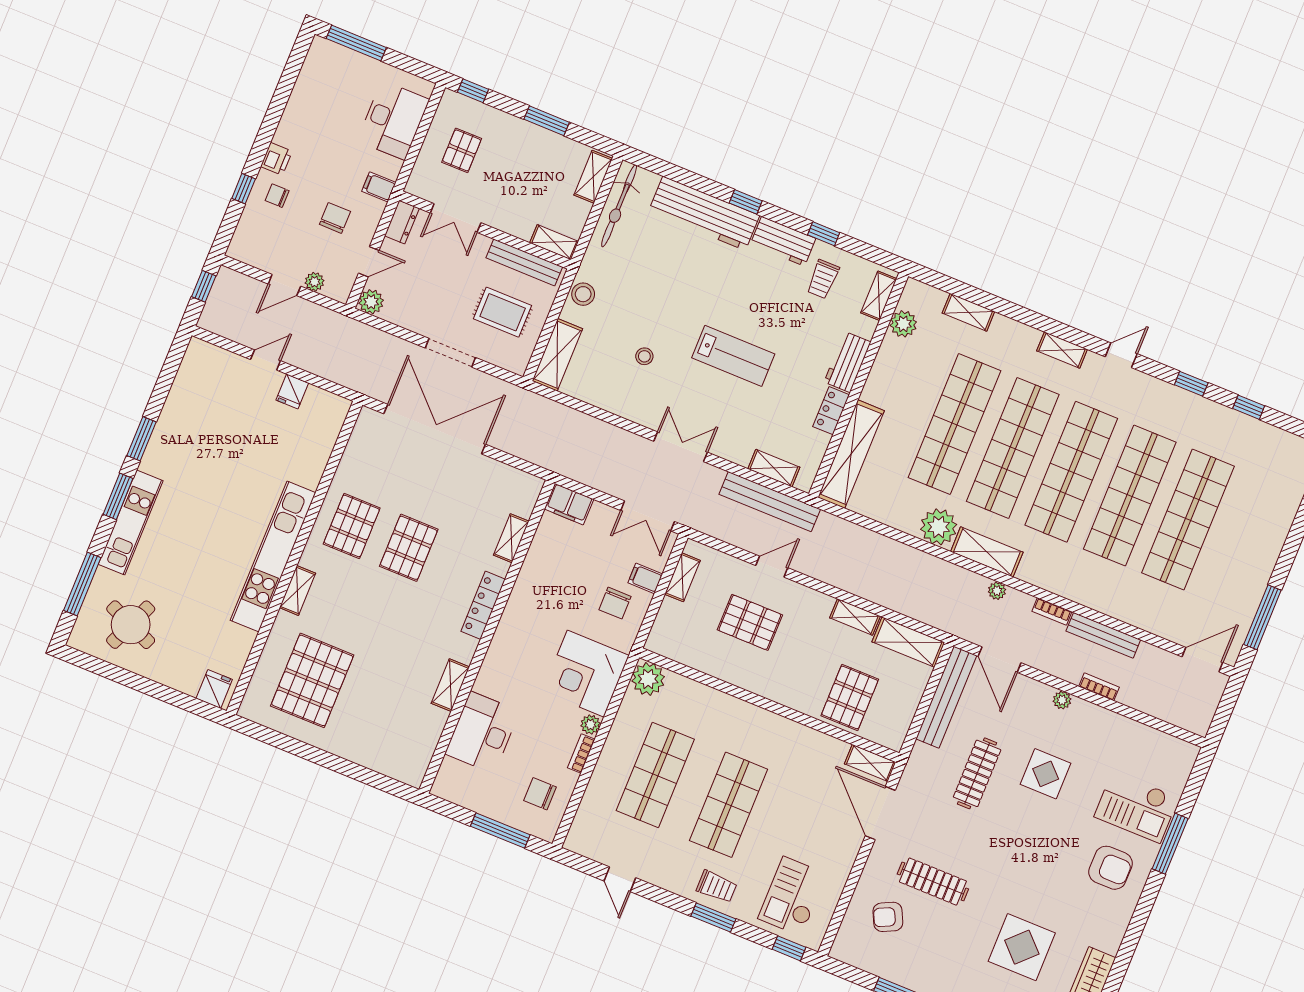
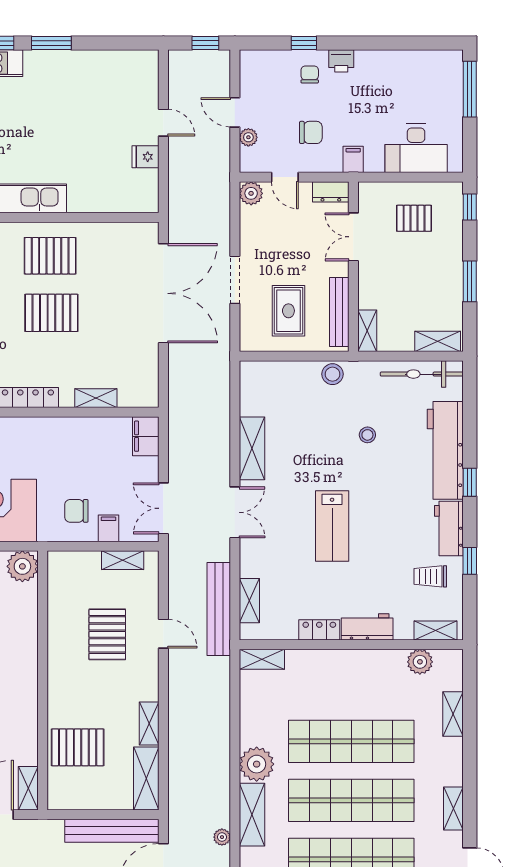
shelving: (557, 355) -> (252, 448), moved, turned 90
stool: (644, 356) -> (367, 435), moved
shelving: (851, 454) -> (262, 659), width x0.45, depth x0.75

